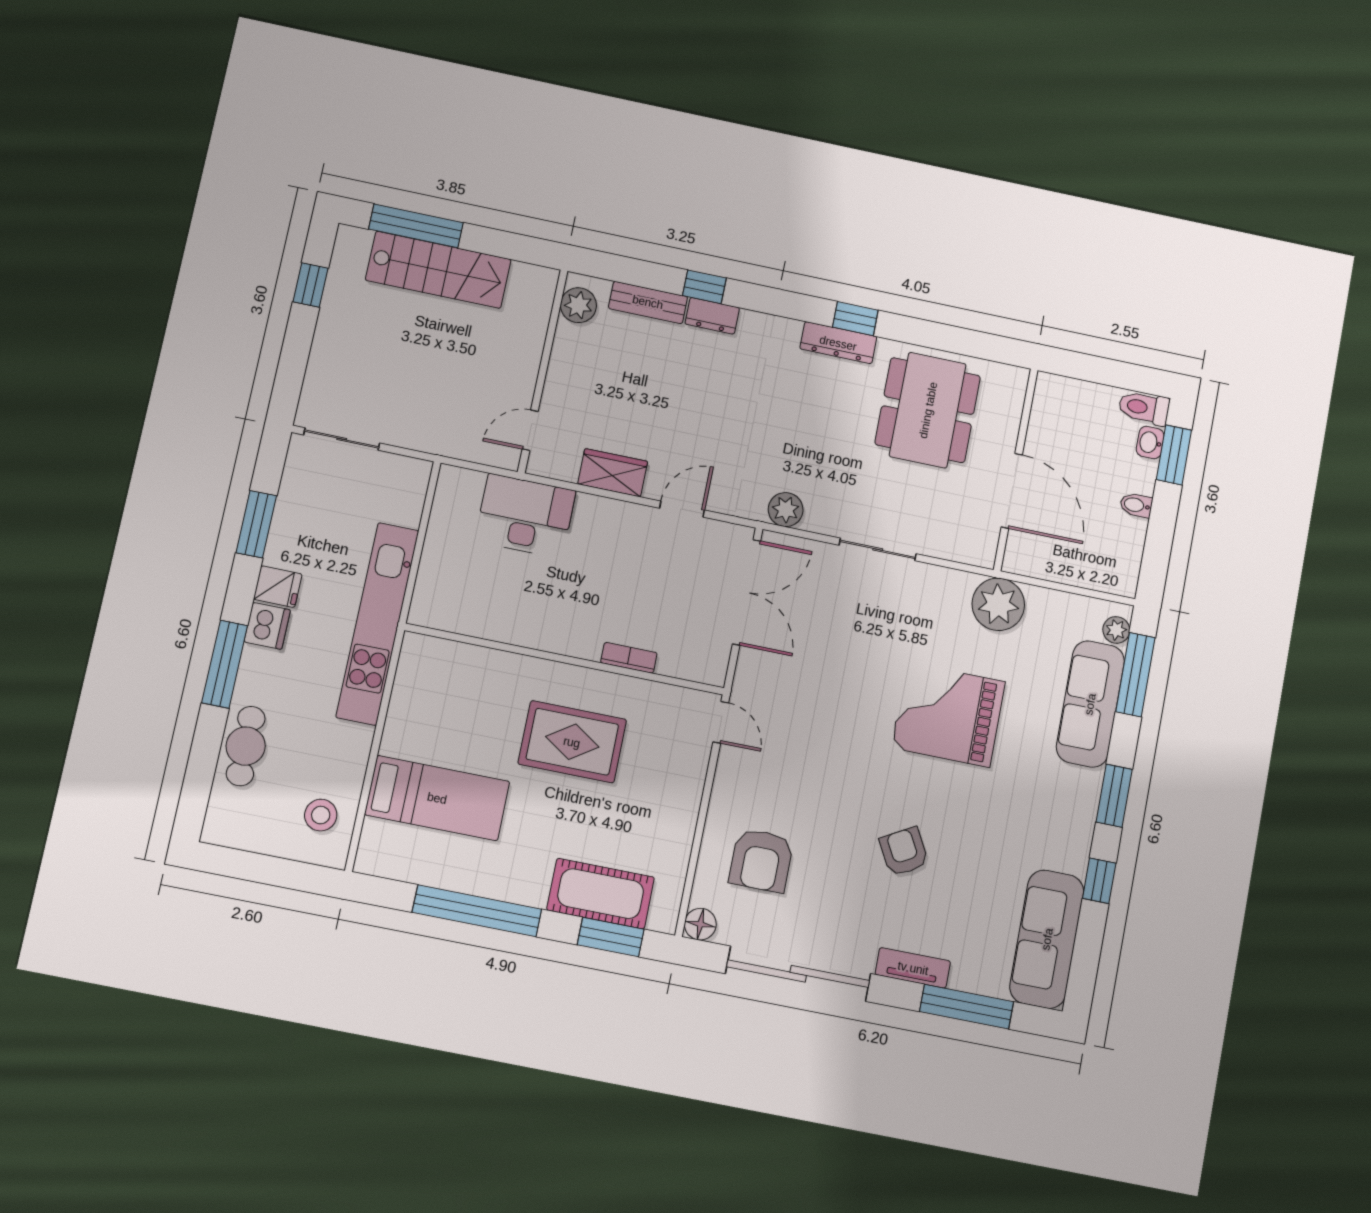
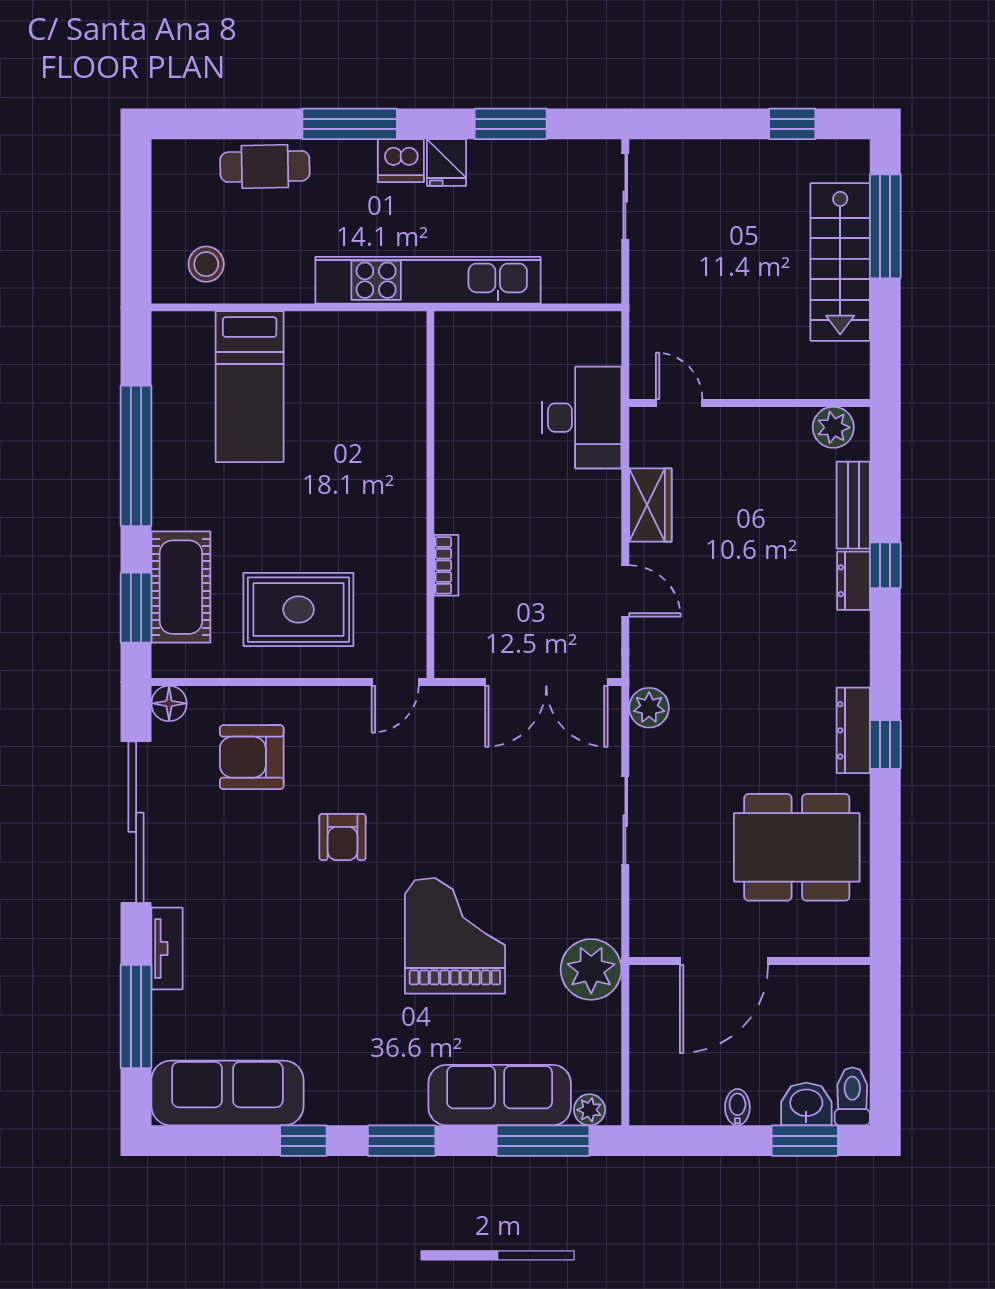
washbasin: (1150, 443) -> (806, 1104), width x1.38, depth x1.45
rug: (572, 742) -> (298, 610), moved, turned 90
armchair: (904, 852) -> (343, 837), moved, turned 119

